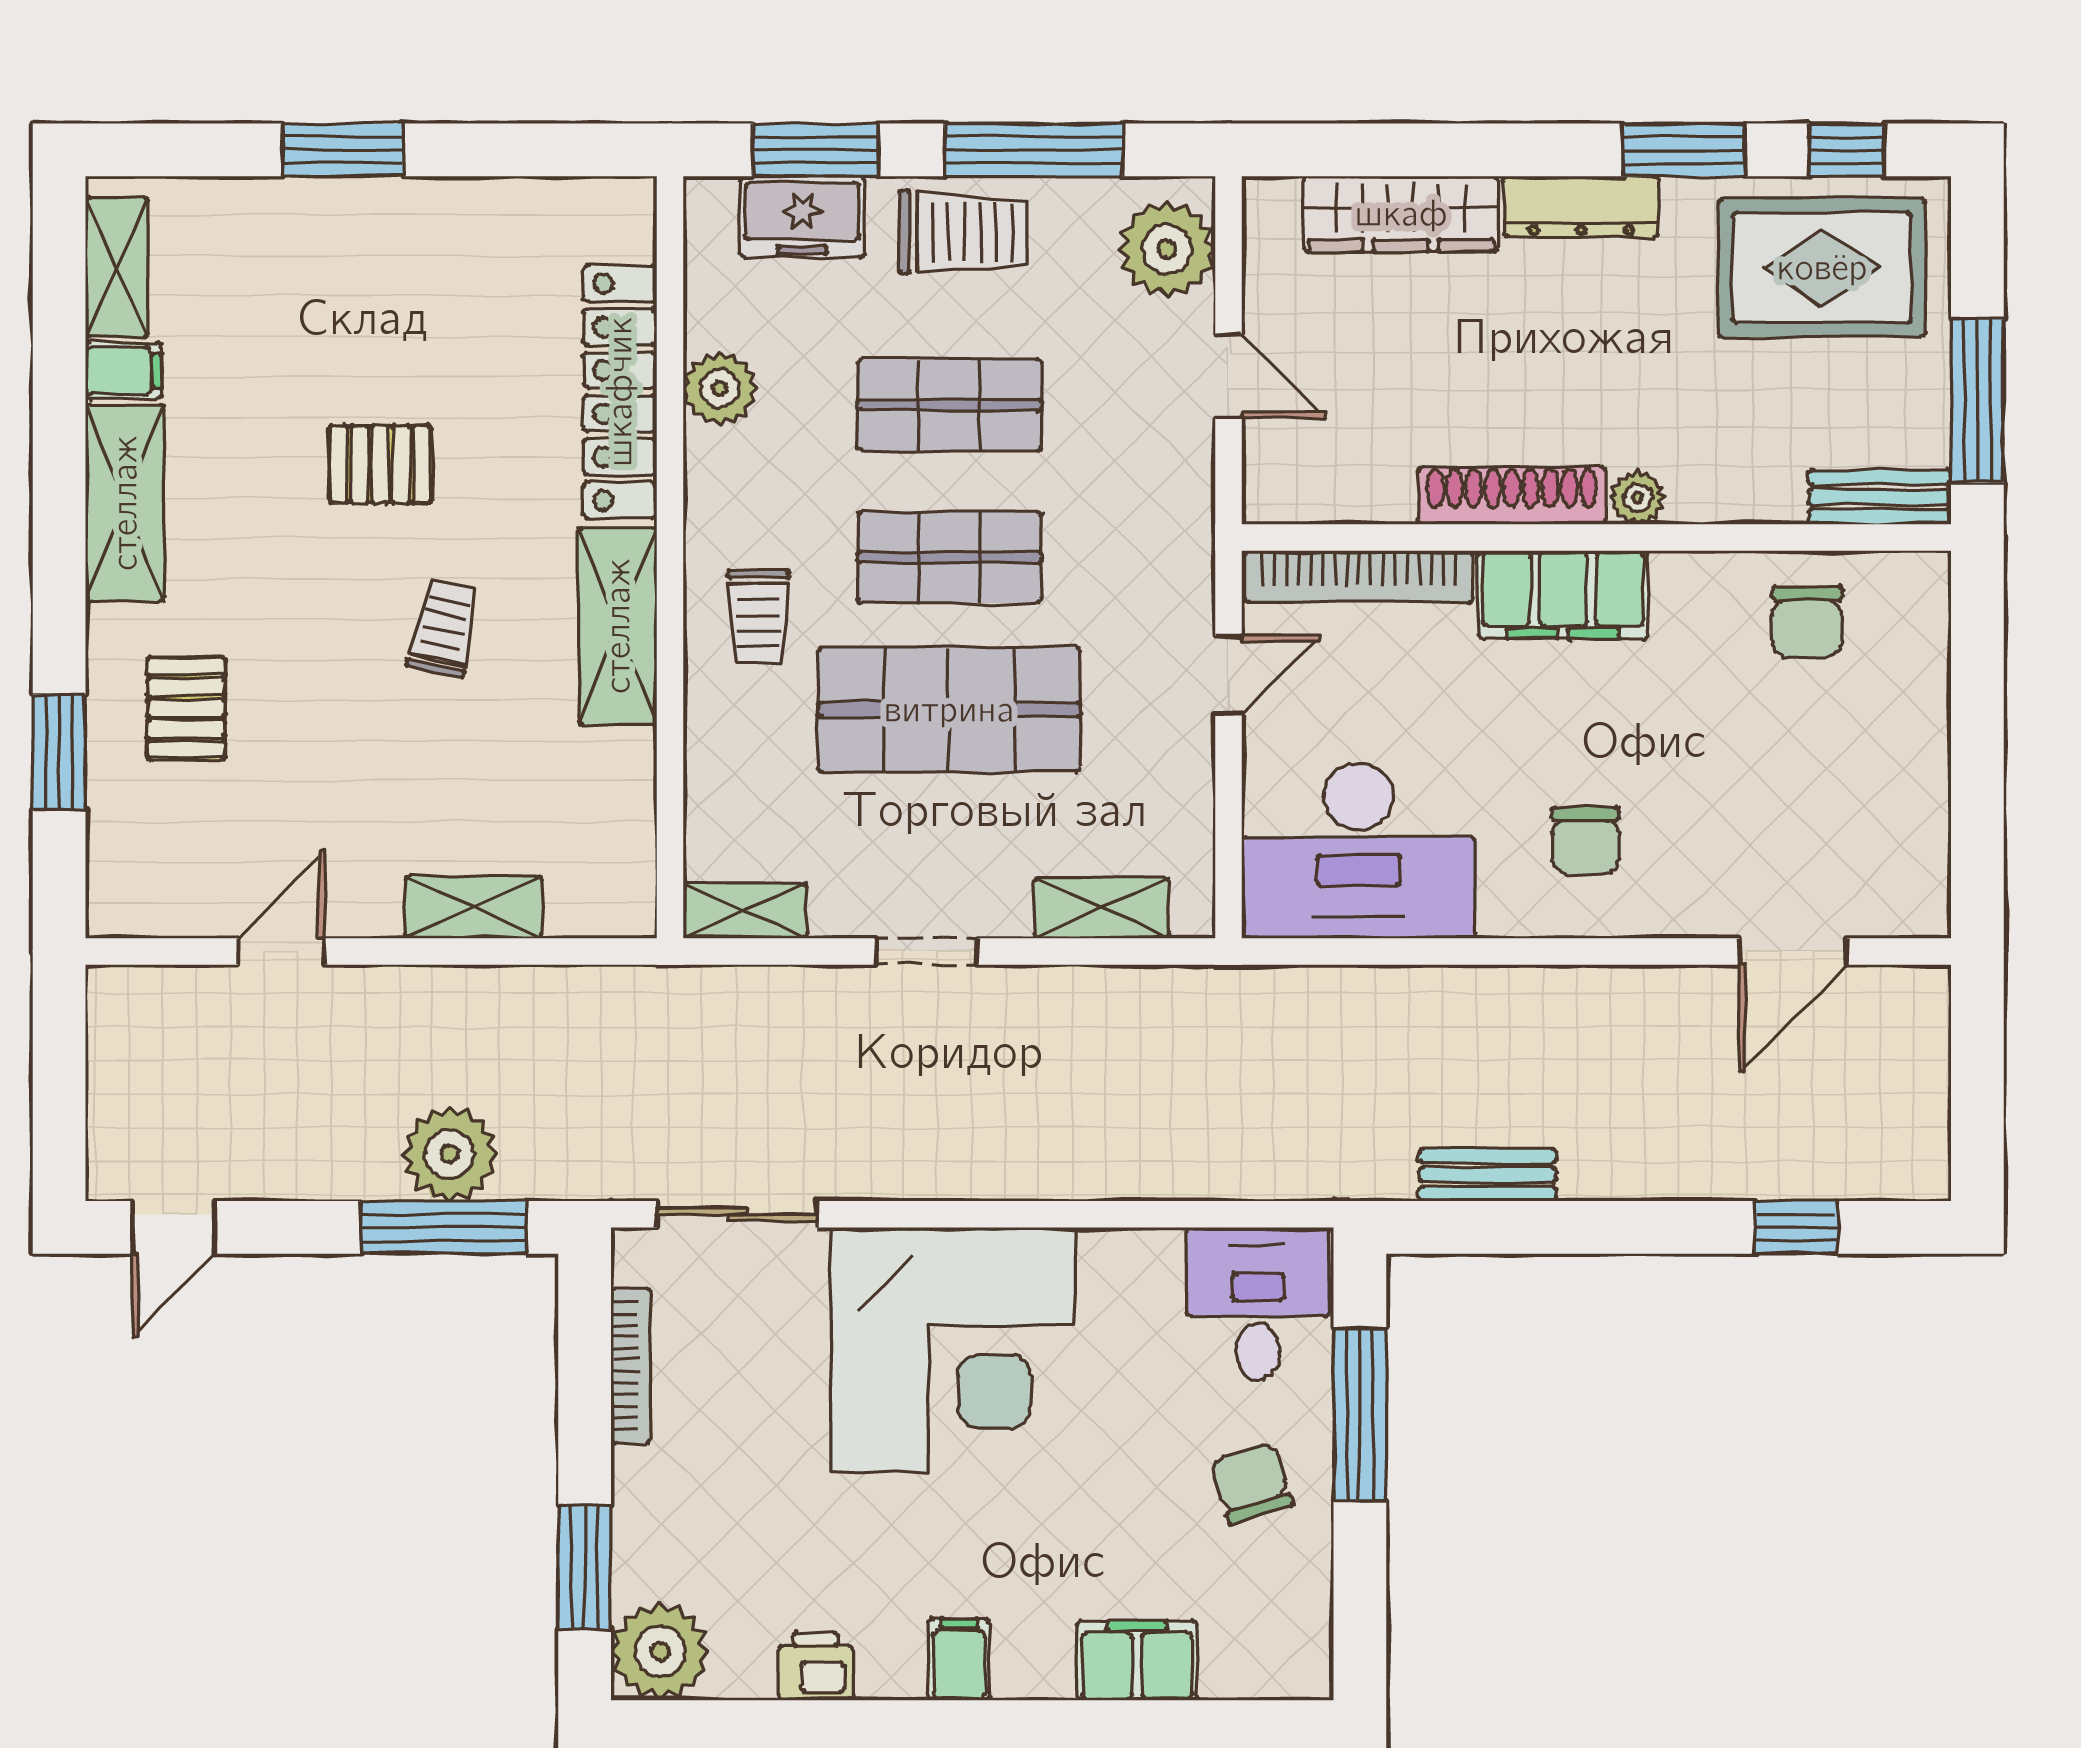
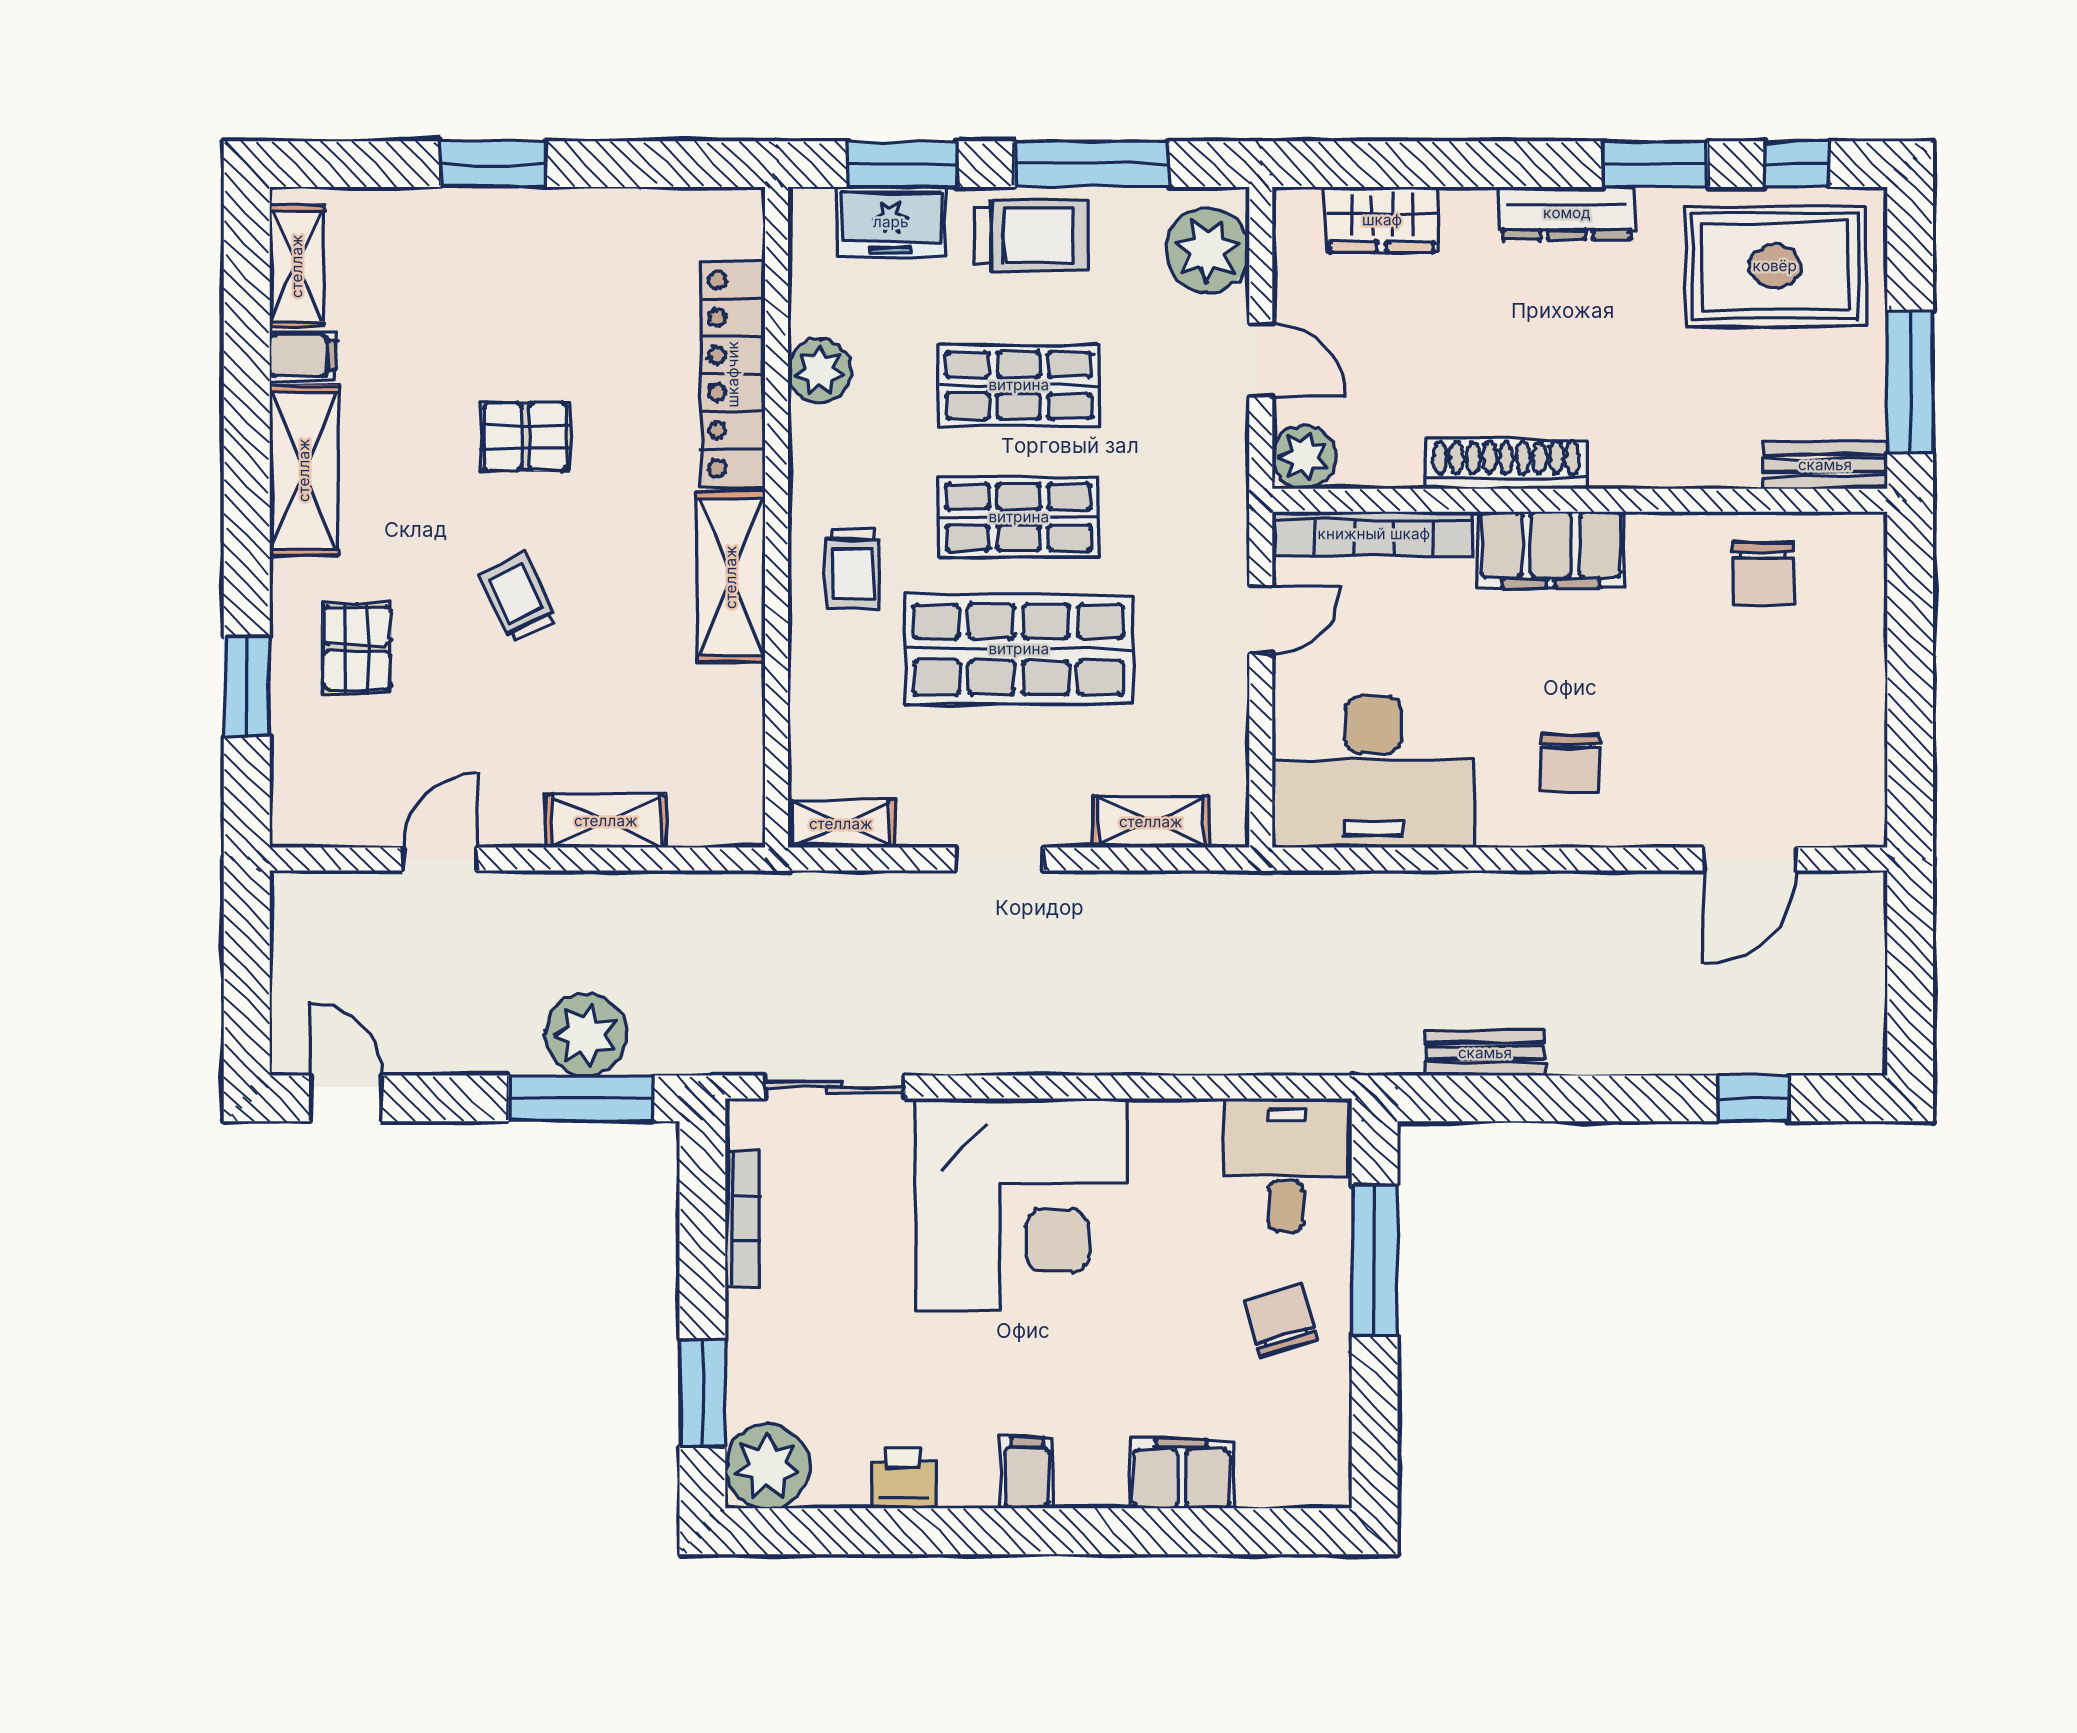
wardrobe: (1401, 214) -> (1382, 220), width x0.67
plant: (1638, 498) -> (1304, 457), moved, width x1.38, depth x1.38
trolley: (444, 628) -> (518, 598), moved, turned -38
door: (174, 1227) -> (346, 1098), swing flipped

